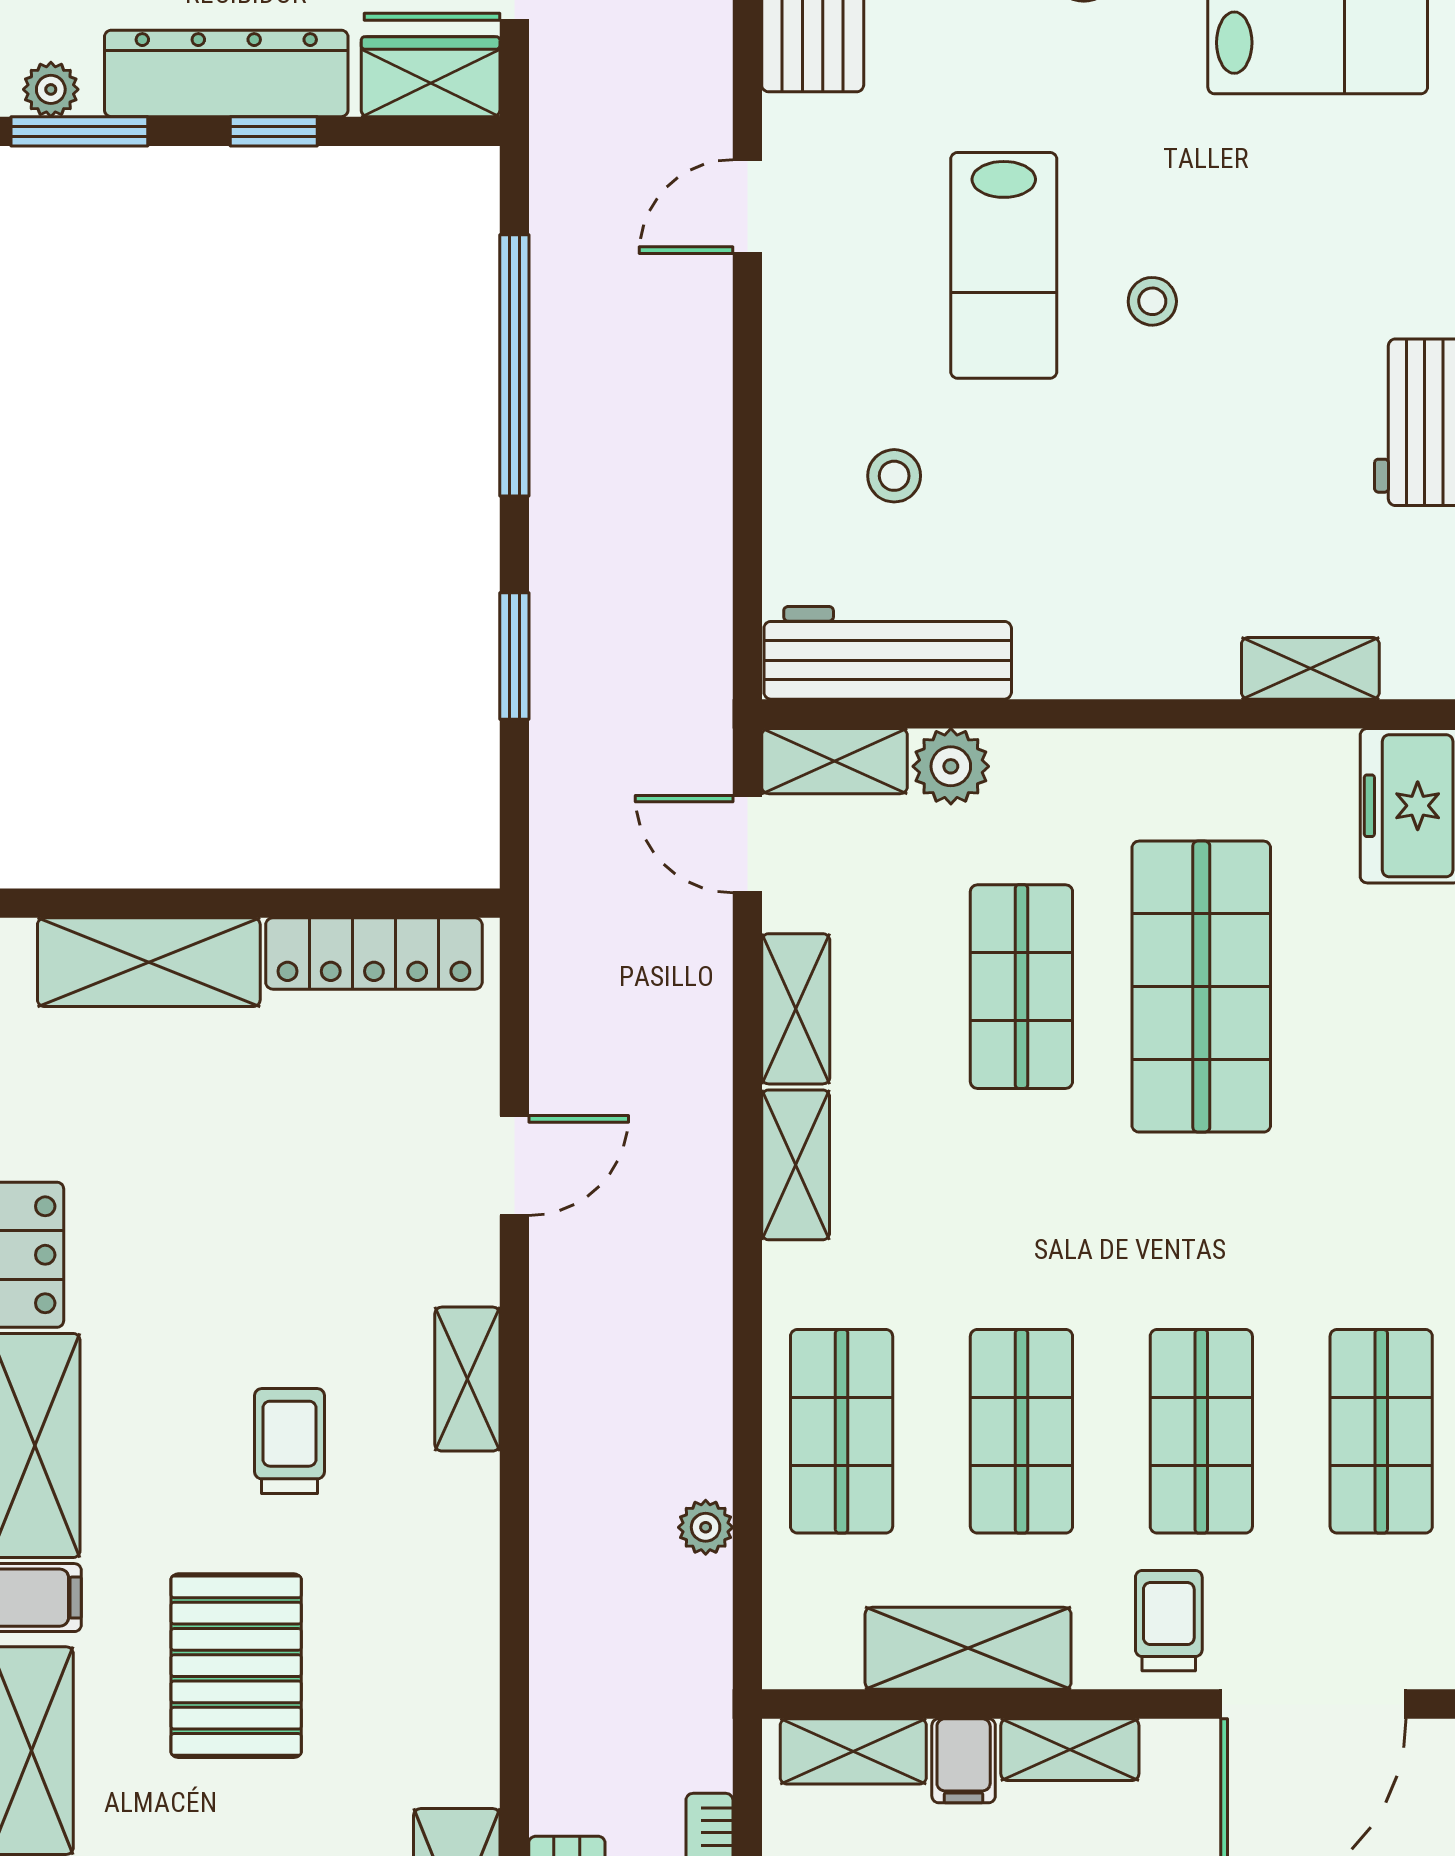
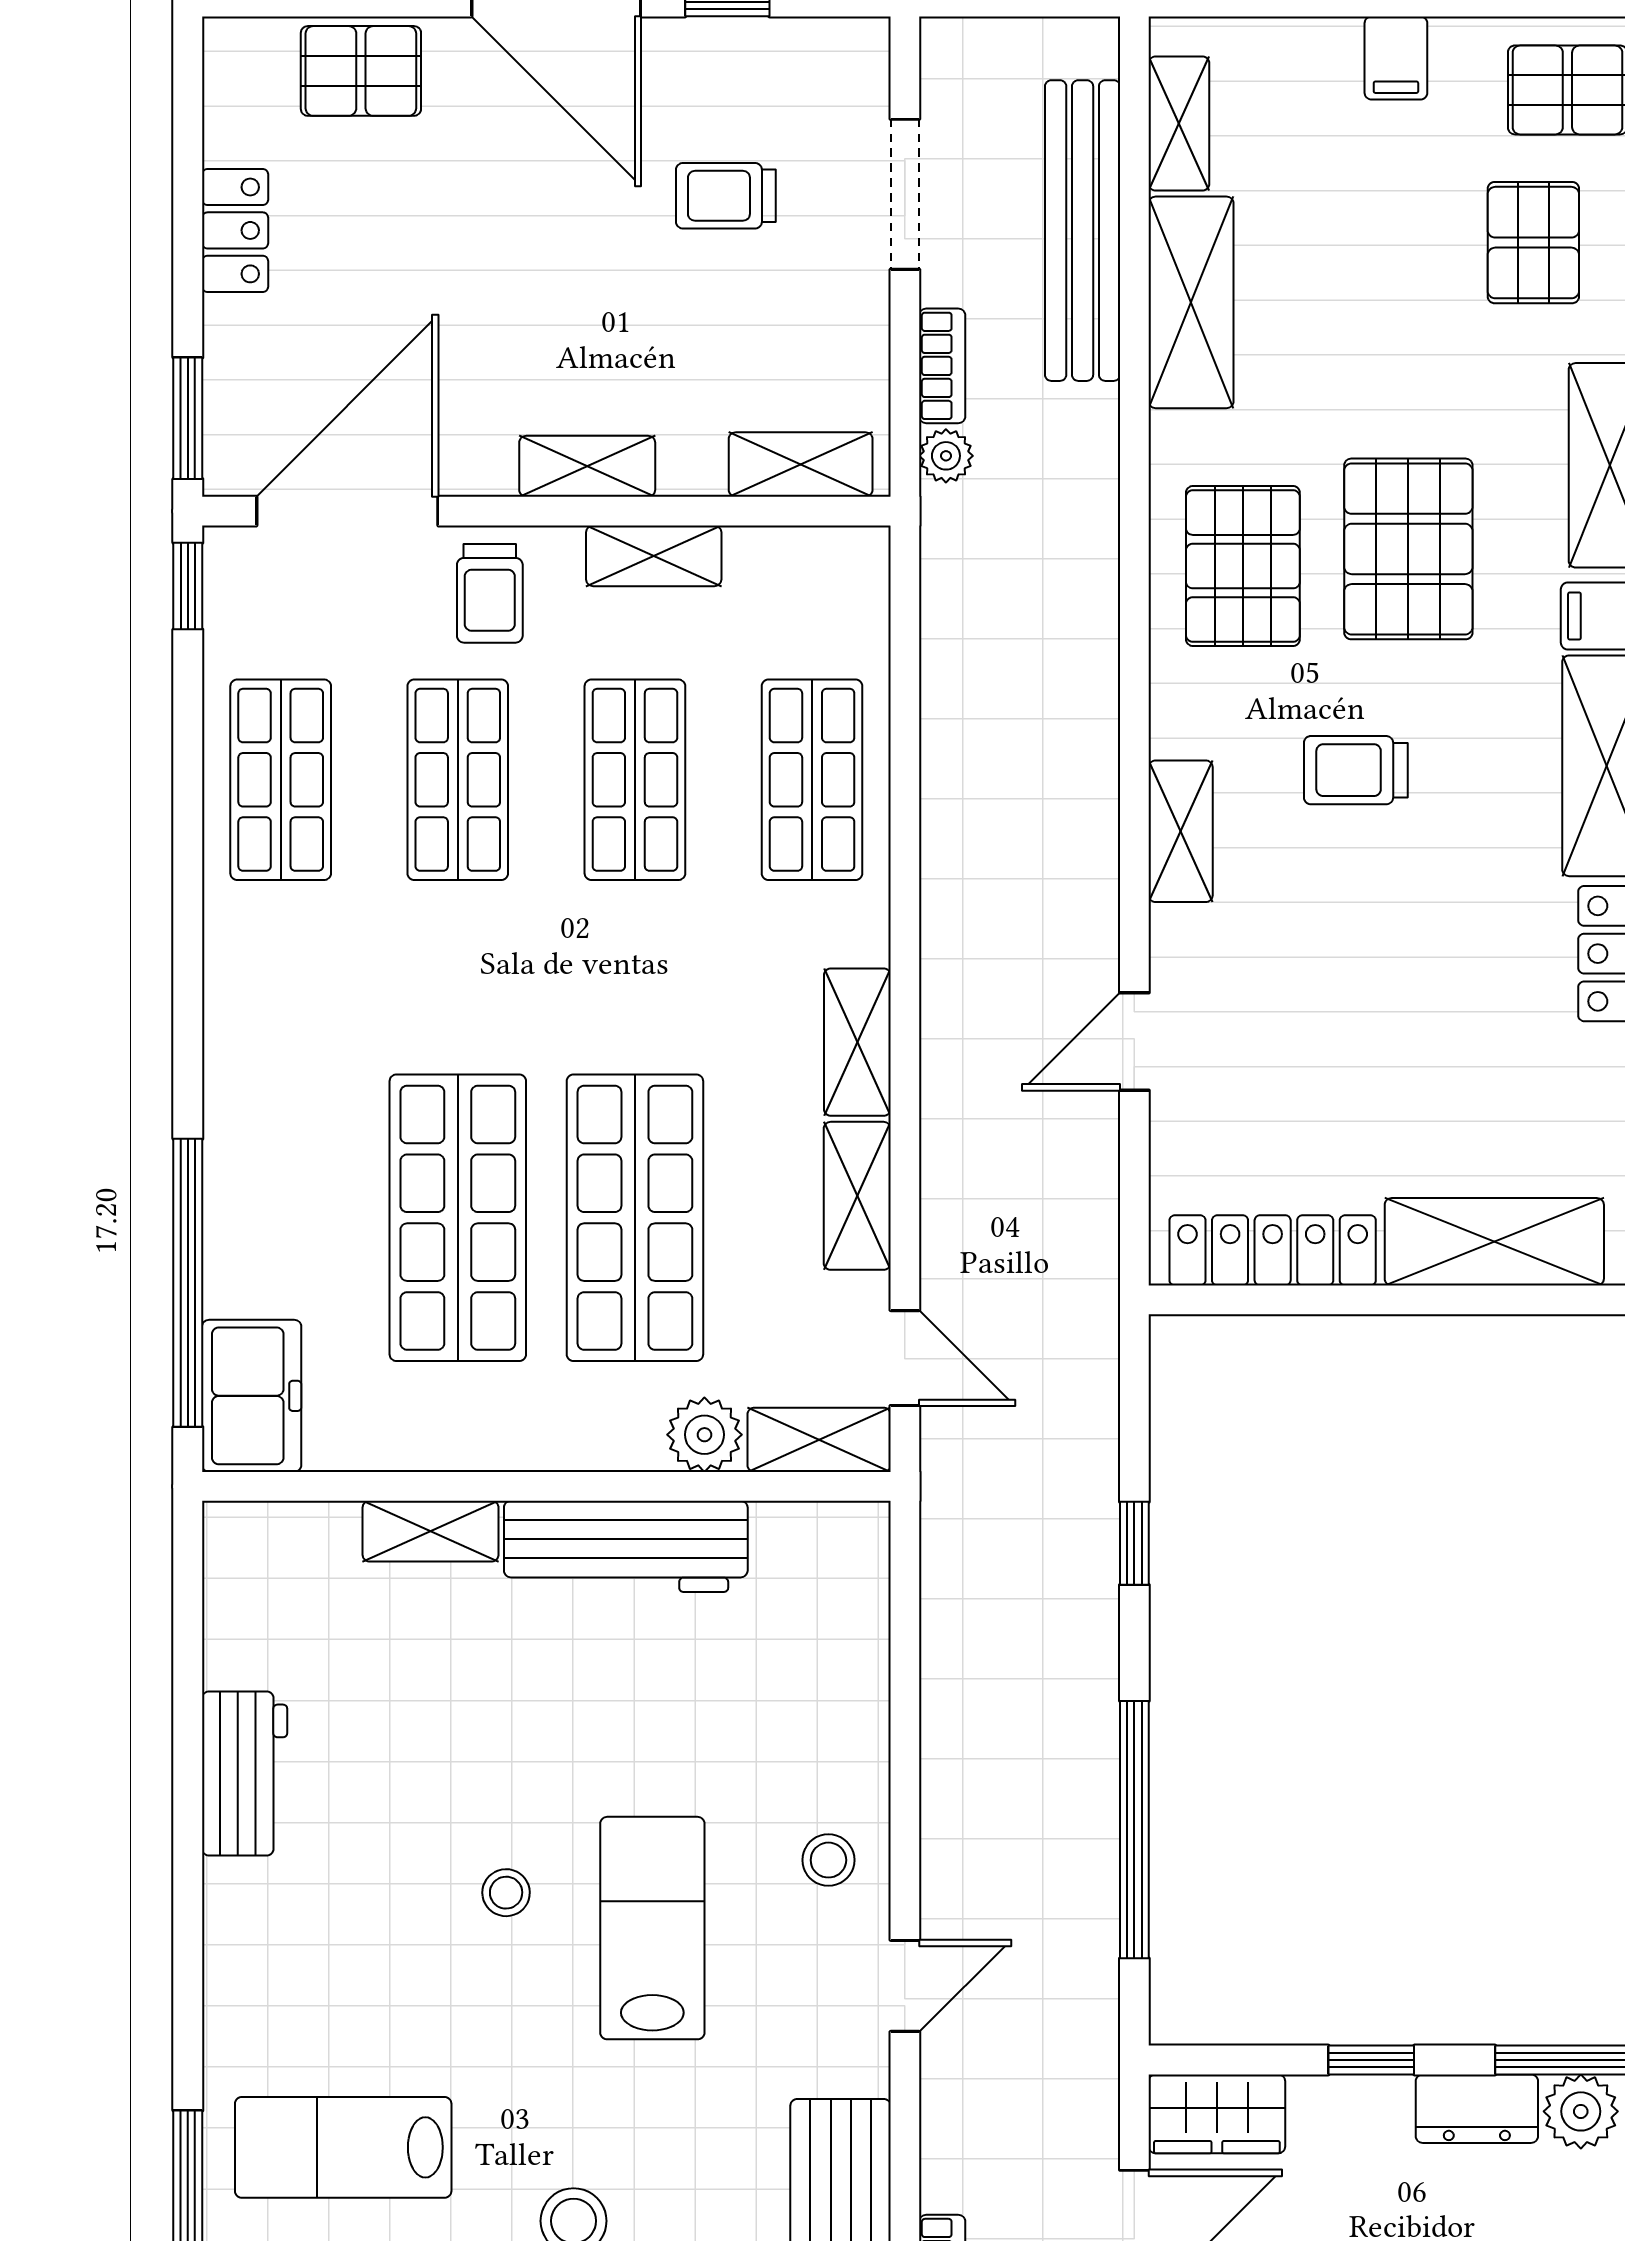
dresser: (226, 73) -> (1477, 2109), width x0.51, depth x0.80
plant: (51, 89) -> (1581, 2111), width x1.38, depth x1.38
stool: (894, 476) -> (828, 1860), moved
workbench: (888, 653) -> (626, 1546), moved
window: (514, 656) -> (1134, 1543), width x0.67
shelving: (1310, 668) -> (431, 1531), moved
shop shelf: (1021, 987) -> (635, 1218), width x1.43, depth x1.36
trolley: (289, 1441) -> (1356, 770), turned 90
plant: (706, 1527) -> (946, 456), moved
pallet: (404, 1648) -> (1243, 566), added
shelving: (968, 1648) -> (654, 556), width x0.67, depth x0.75
filing cabinet: (964, 1761) -> (692, 455), removed

